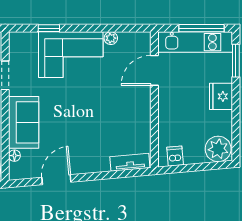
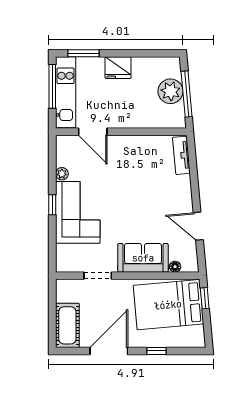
window: (49, 28) -> (52, 205), moved
plant: (218, 149) -> (170, 91), moved
dishwasher: (175, 156) -> (176, 112), removed
window: (193, 168) -> (187, 94), added

